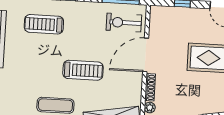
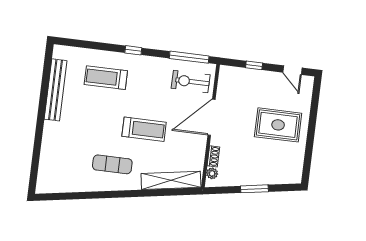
shoe rack: (150, 87) -> (213, 156), width x0.70

